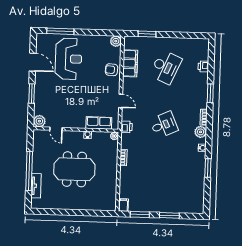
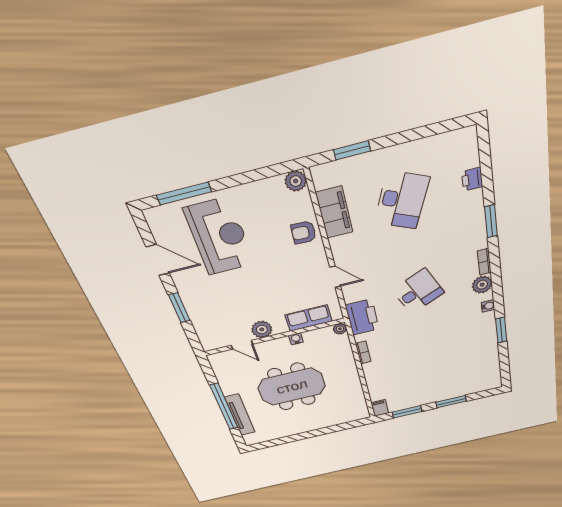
plant: (39, 121) -> (262, 329), moved
printer: (127, 127) -> (362, 317), width x1.87, depth x1.48
tv unit: (36, 186) -> (240, 415), width x1.41

